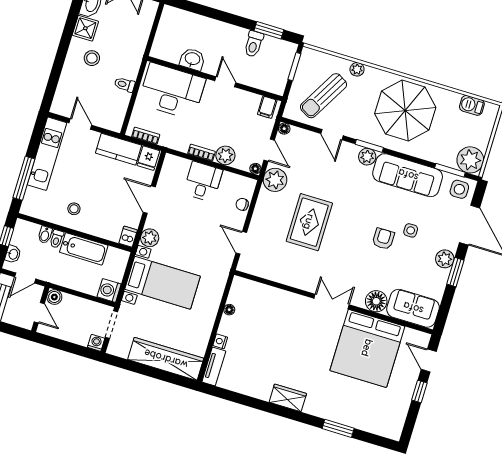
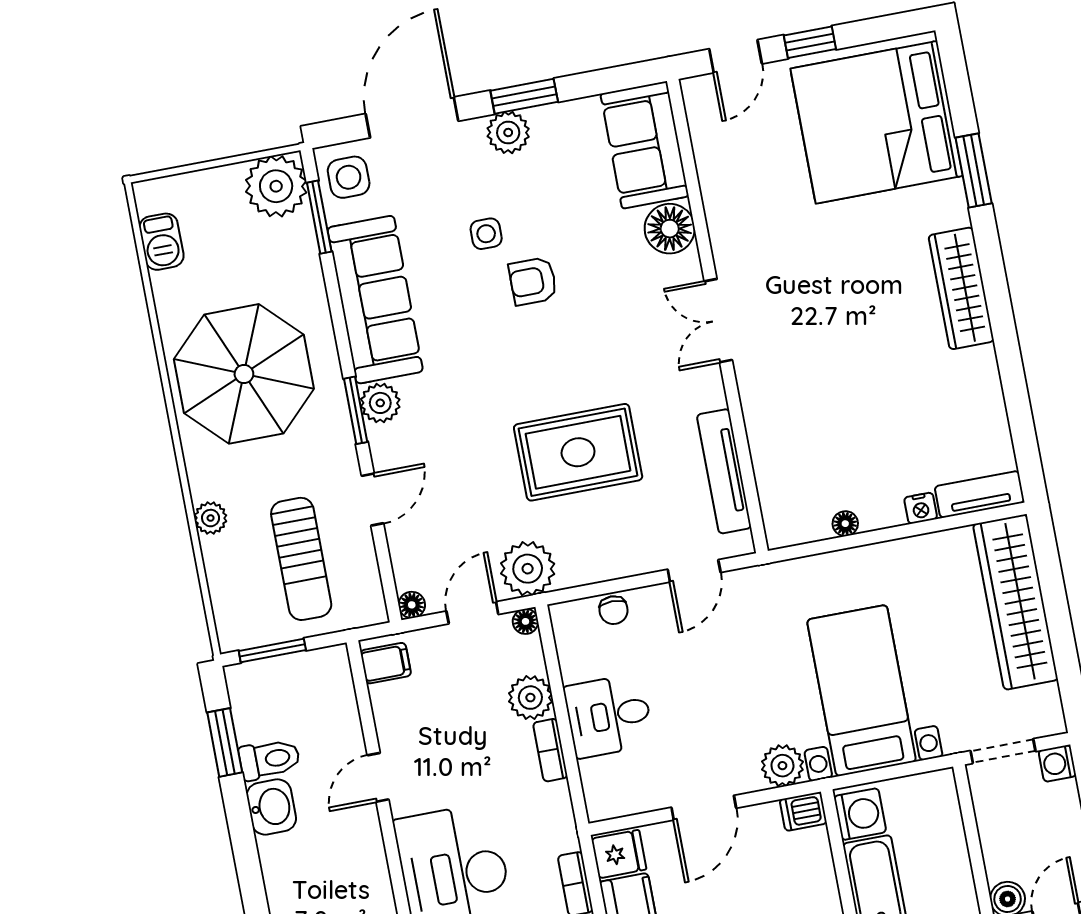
washbasin: (192, 59) -> (271, 807), moved, turned 180
sun lounger: (324, 96) -> (301, 559), turned 60
tv unit: (273, 274) -> (724, 471), added
washing machine: (109, 290) -> (860, 814), moved, turned -90
bed: (367, 348) -> (877, 122), moved, turned 180
wardrobe: (288, 398) -> (961, 288), width x1.50

